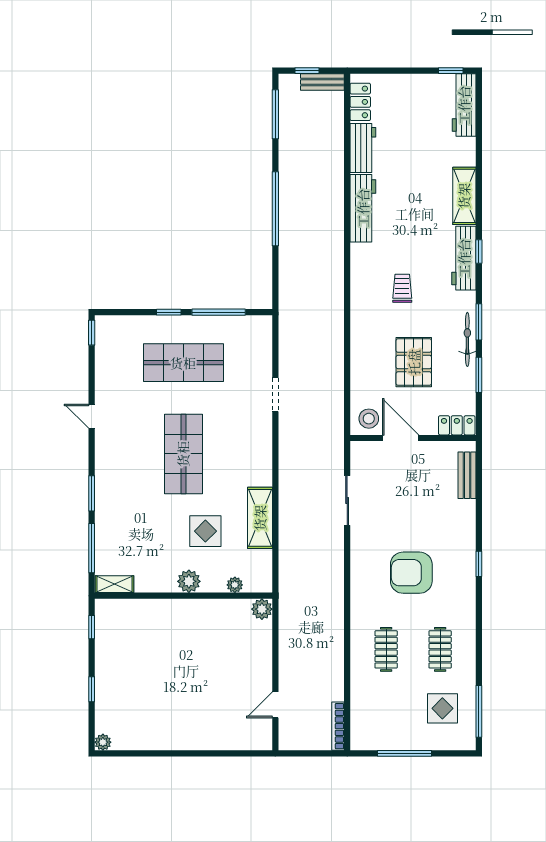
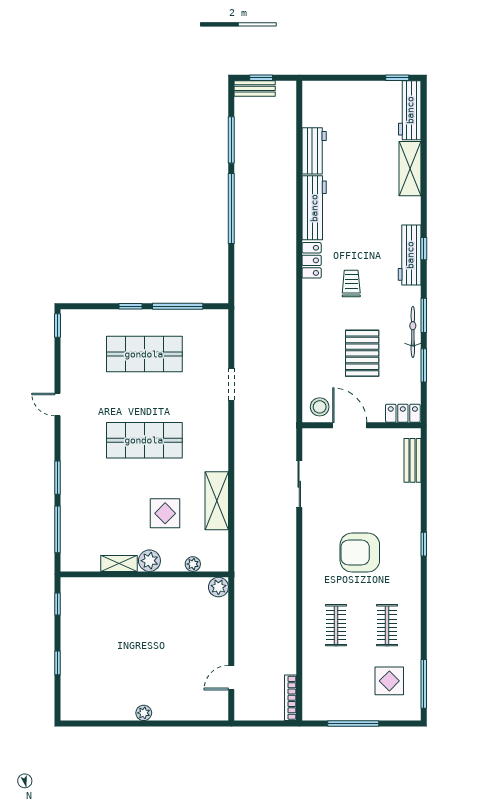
bench: (322, 82) -> (255, 88), moved
locker: (360, 102) -> (312, 260), moved
window: (275, 114) -> (231, 140), moved
shelving: (464, 196) -> (410, 169), moved
shop shelf: (183, 454) -> (144, 440), turned 90
shelving: (115, 584) -> (119, 563), moved
plant: (103, 742) -> (144, 713), moved

